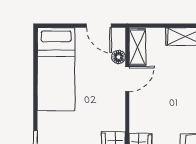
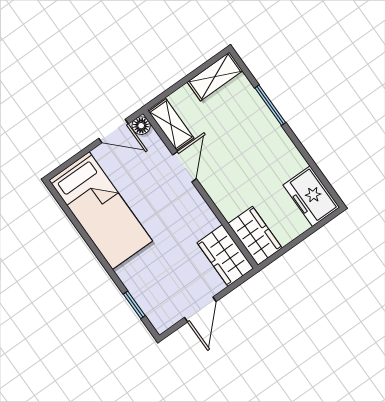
floor lamp: (118, 57) -> (141, 126), moved

